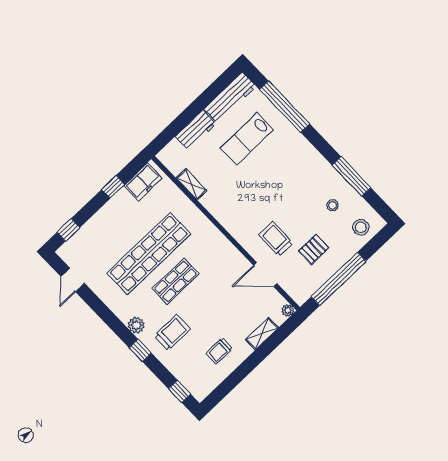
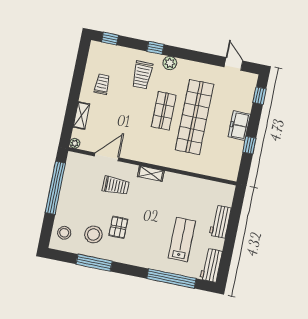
workbench: (230, 98) -> (211, 265), width x0.73
freezer: (143, 182) -> (239, 126), moved
shelving: (191, 184) -> (151, 174), moved
stool: (332, 205) -> (93, 234), width x1.89, depth x1.89
pallet: (314, 249) -> (118, 227), moved

